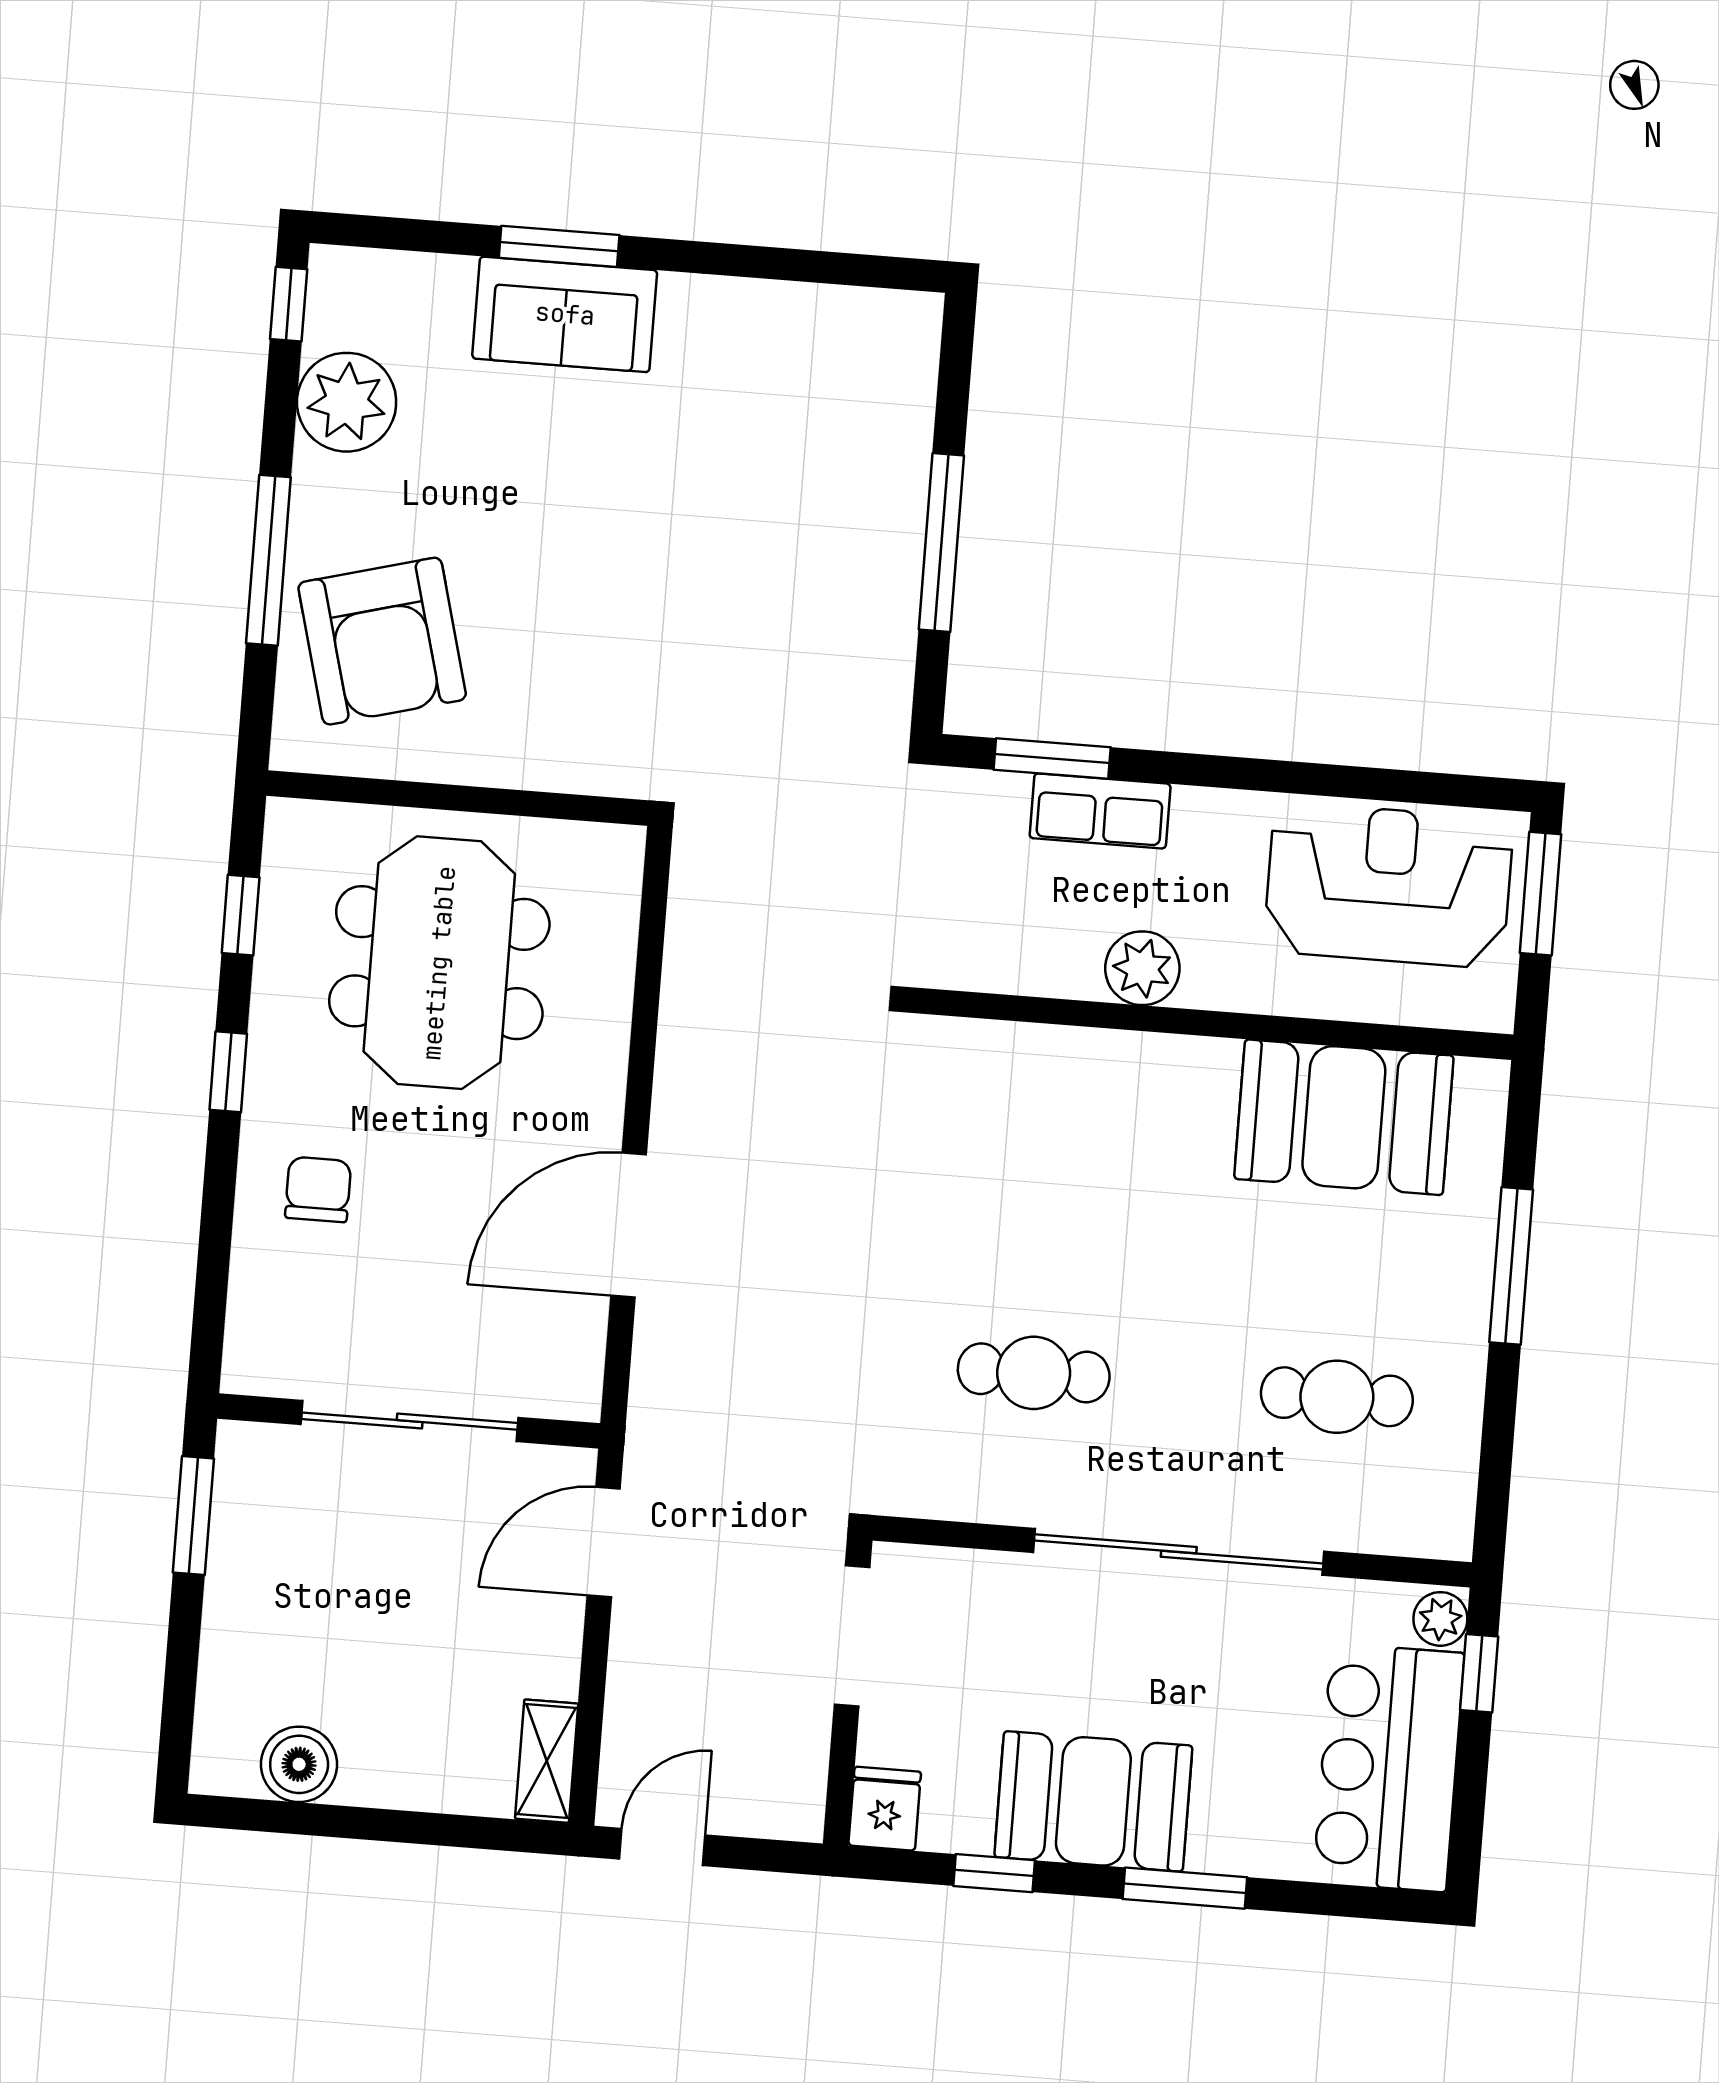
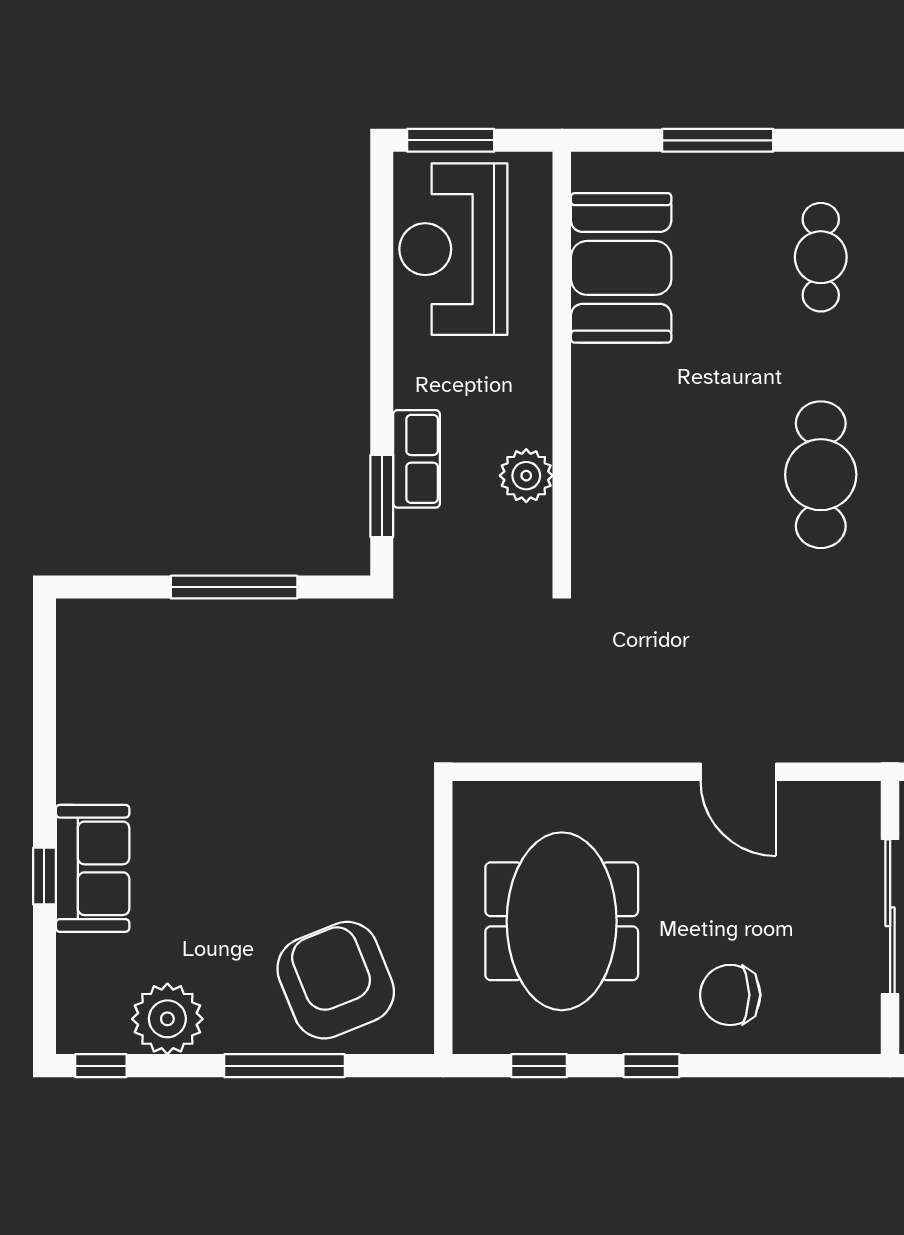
window: (559, 246) -> (44, 876), width x0.67
armchair: (382, 641) -> (336, 980), turned -97
meeting table: (439, 963) -> (562, 921), turned 90
plant: (1142, 968) -> (526, 476), moved
chair: (318, 1189) -> (730, 995), width x1.37, depth x1.37
door: (629, 1225) -> (738, 772), width x0.73
cafe table: (1034, 1373) -> (821, 475), width x1.37, depth x1.35

